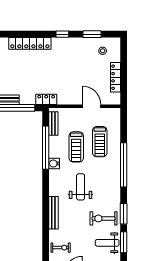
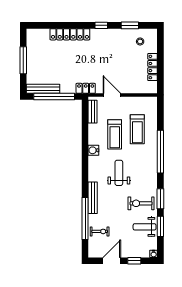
door: (92, 106) -> (112, 95), moved
window: (46, 148) -> (85, 219), moved

